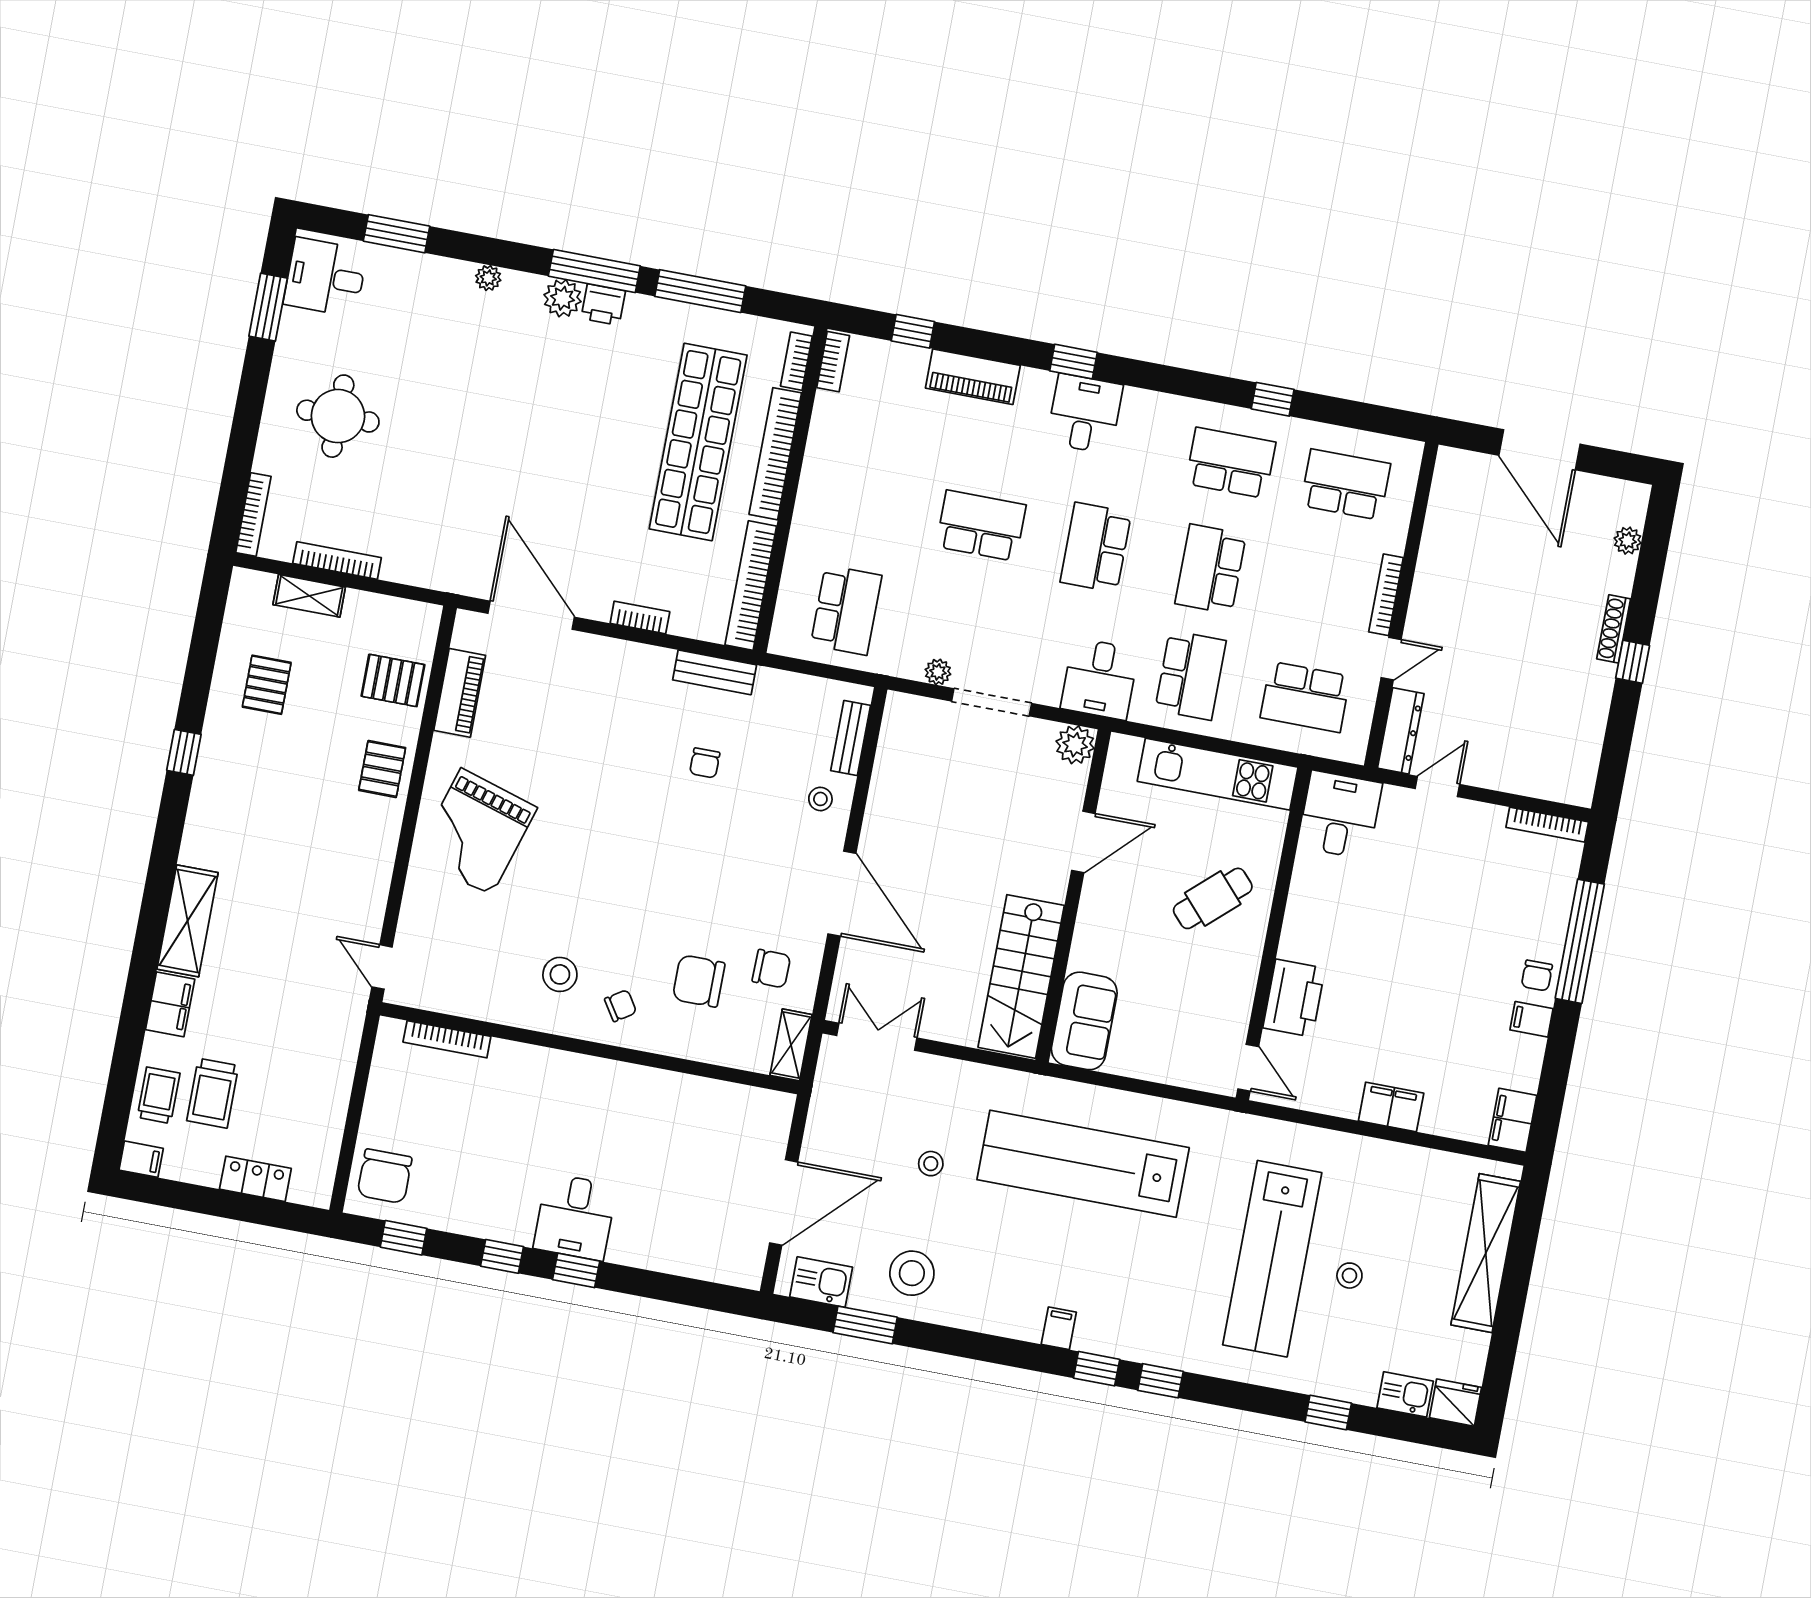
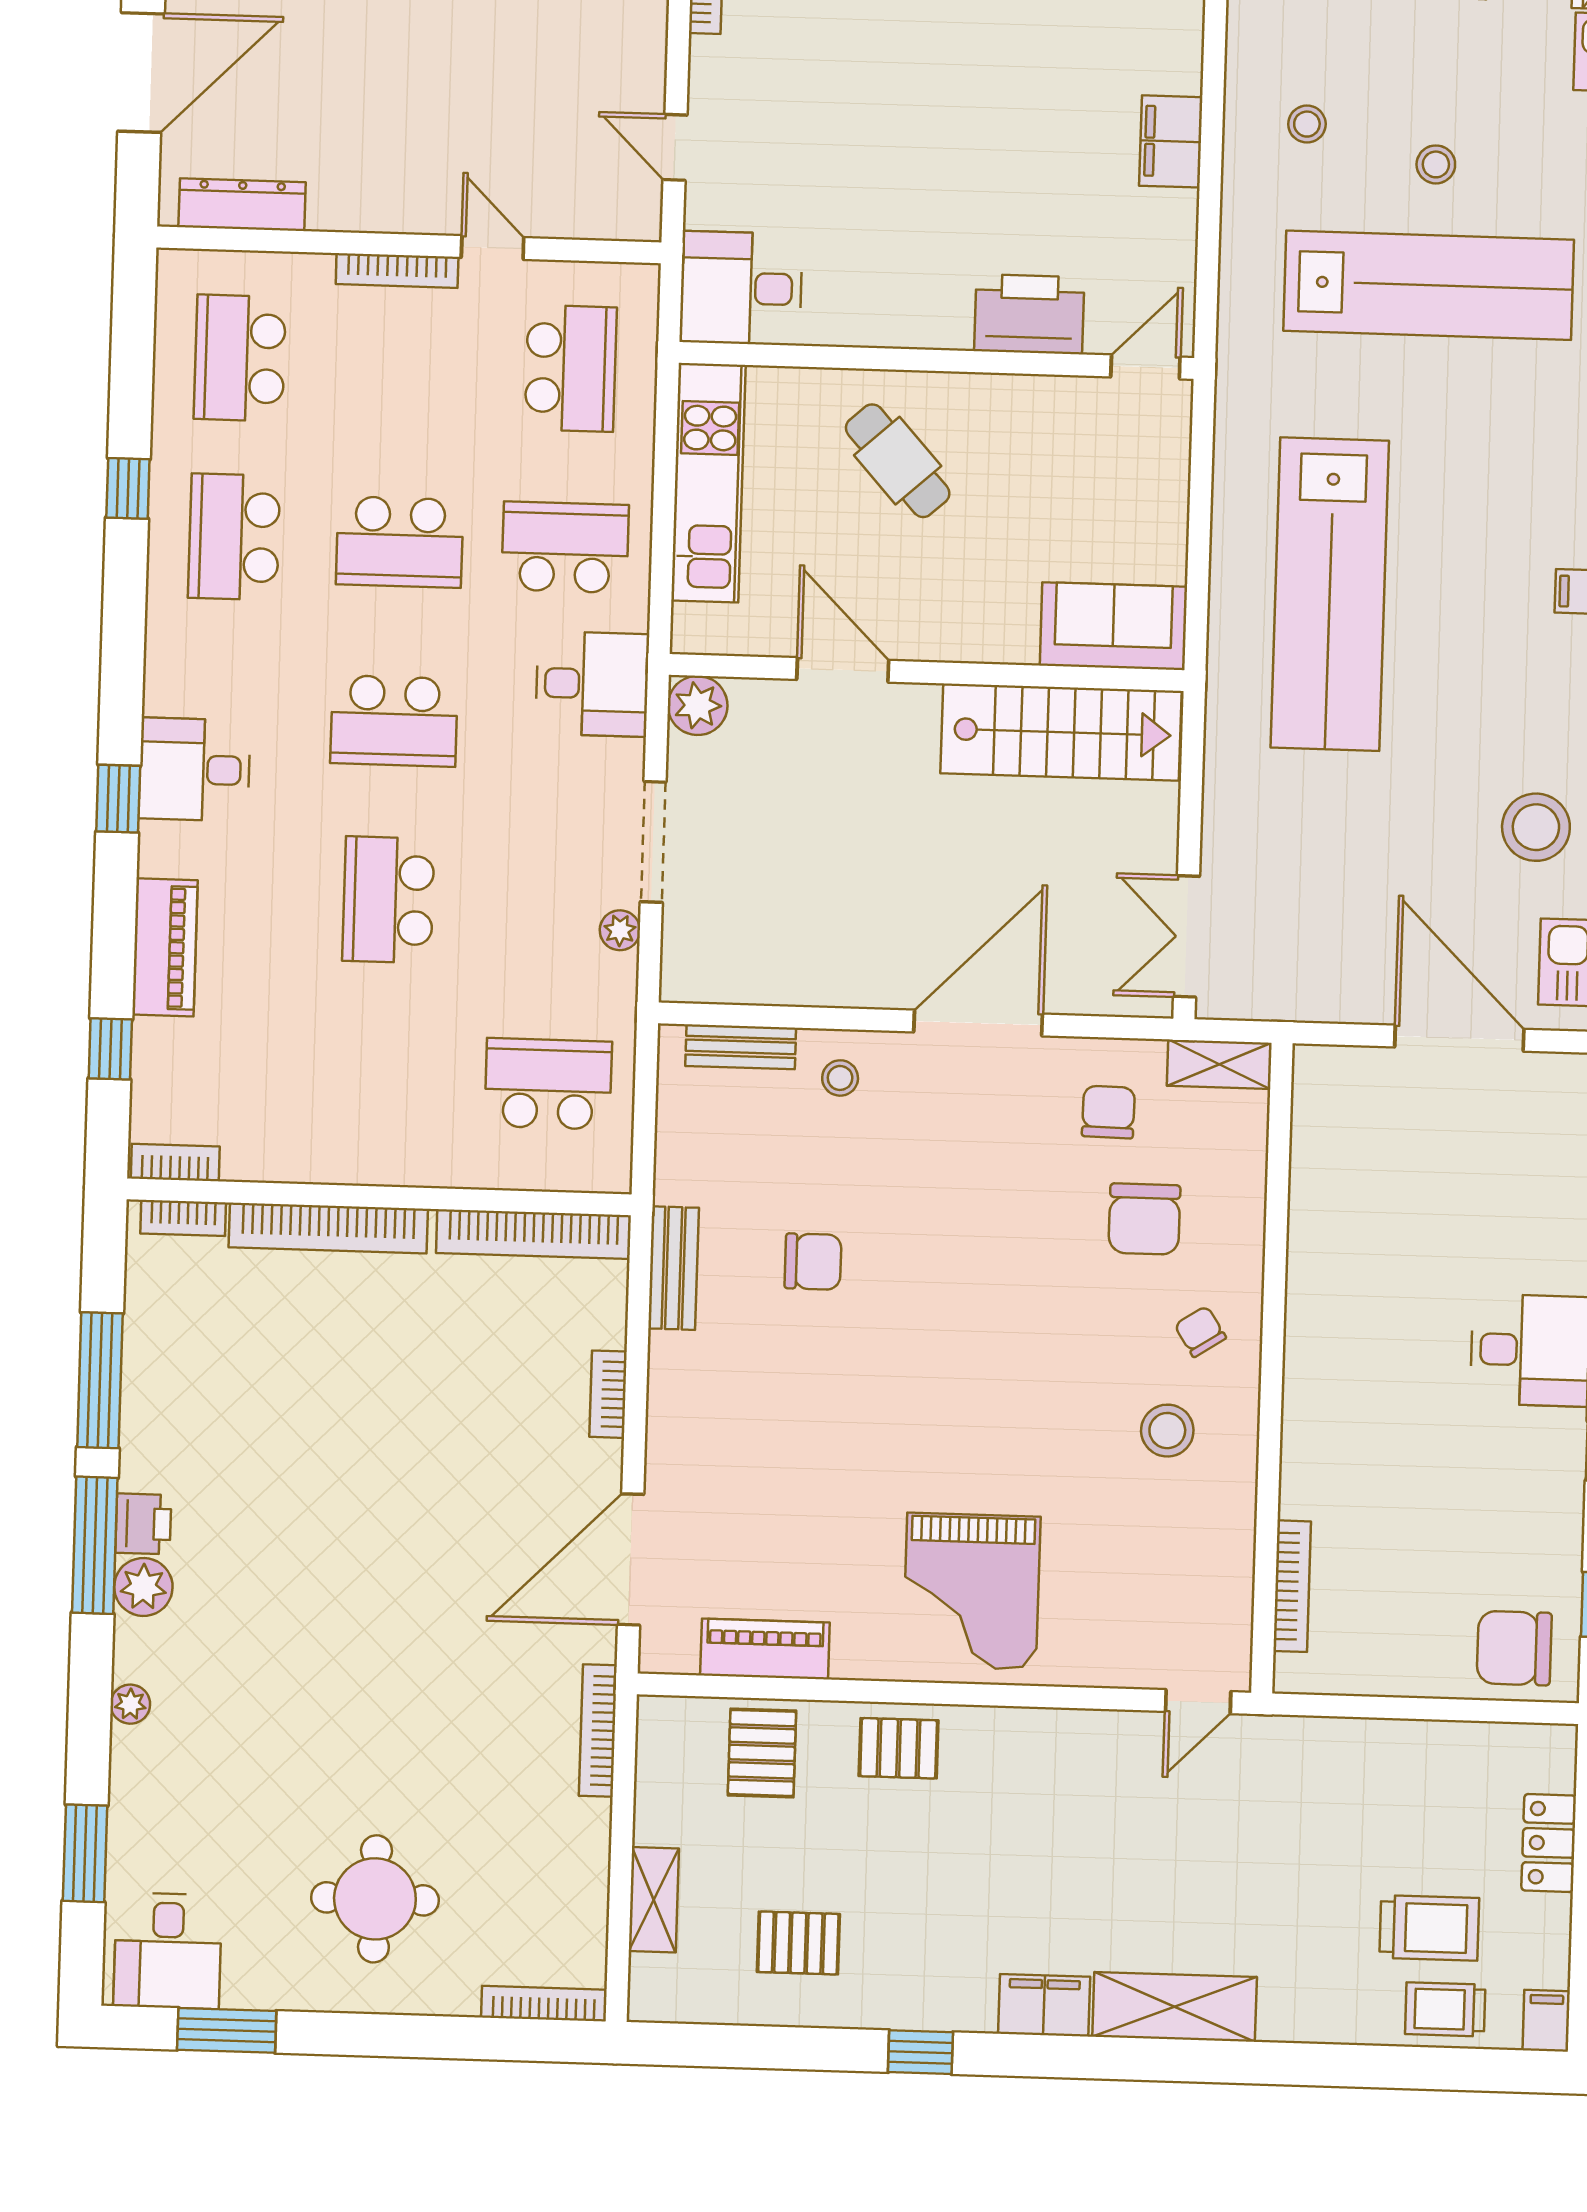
shop shelf: (698, 442) -> (329, 1348), removed
bookcase: (337, 560) -> (598, 1731), moved
dresser: (1401, 731) -> (242, 205), moved
chair: (705, 763) -> (813, 1262), width x1.37, depth x1.37
grand piano: (476, 832) -> (972, 1591), turned 73
filing cabinet: (170, 1004) -> (1044, 2005), moved
stool: (931, 1164) -> (1307, 124), moved
chair: (385, 1176) -> (1514, 1648), turned 180

